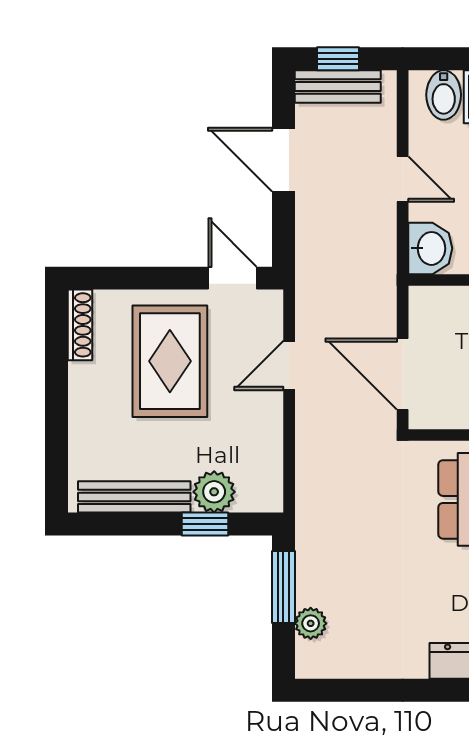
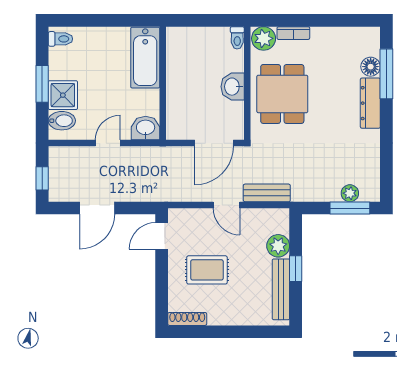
bench: (338, 86) -> (267, 193), moved, turned 90
rug: (170, 361) -> (207, 270), width x0.73, depth x0.70
door: (289, 366) -> (227, 205), moved
window: (205, 524) -> (296, 269), moved
window: (283, 587) -> (350, 208), moved

